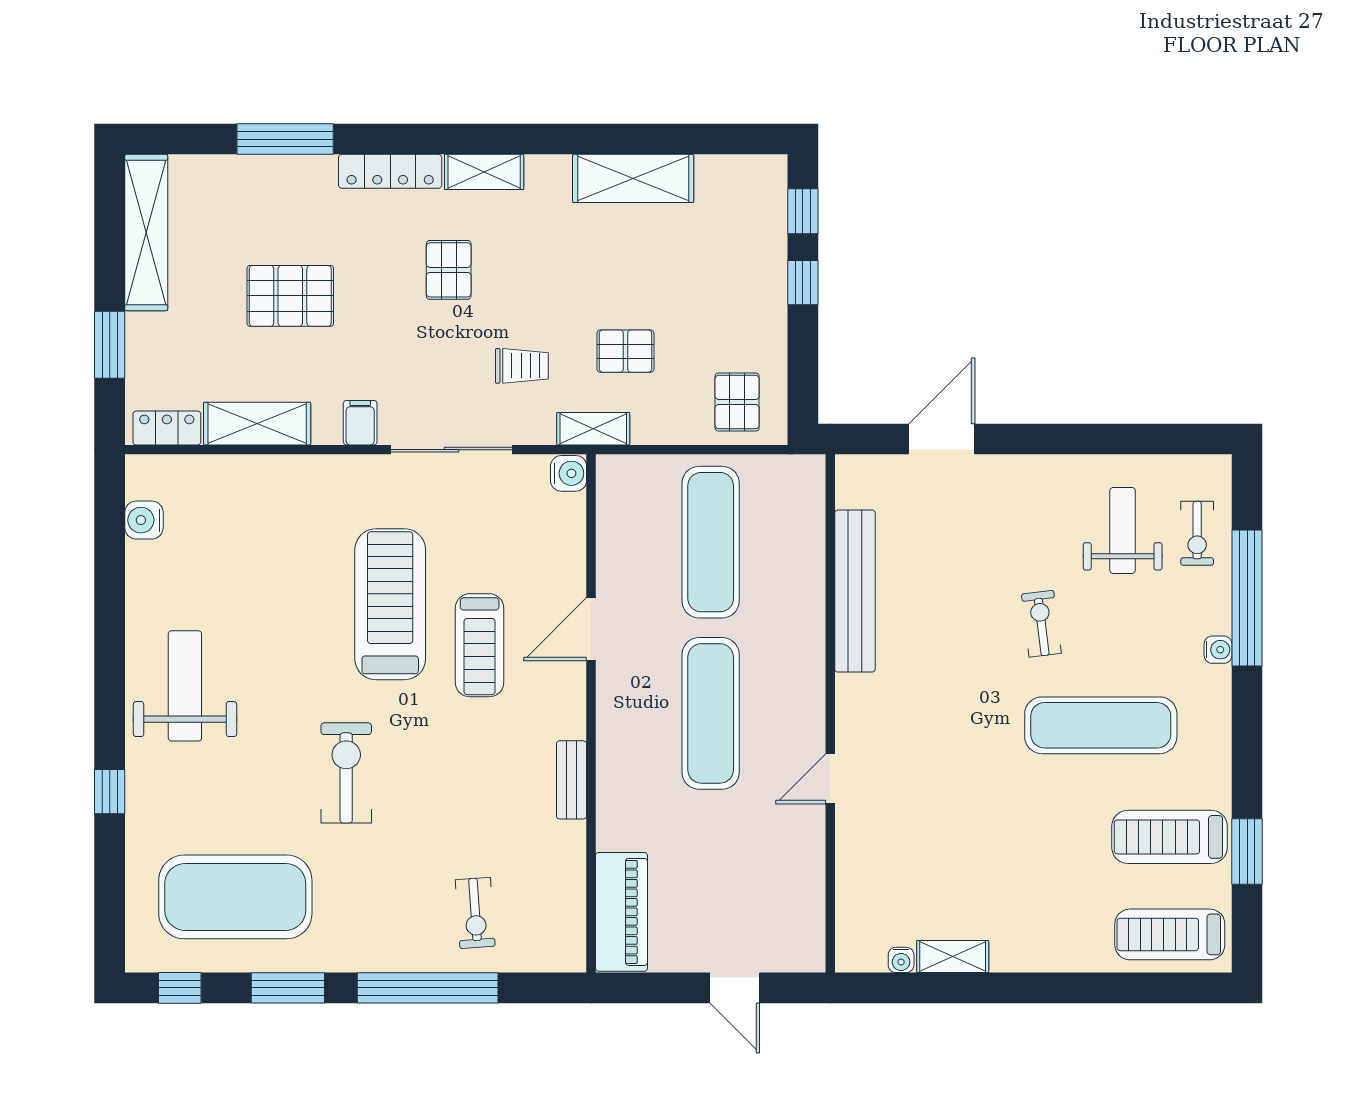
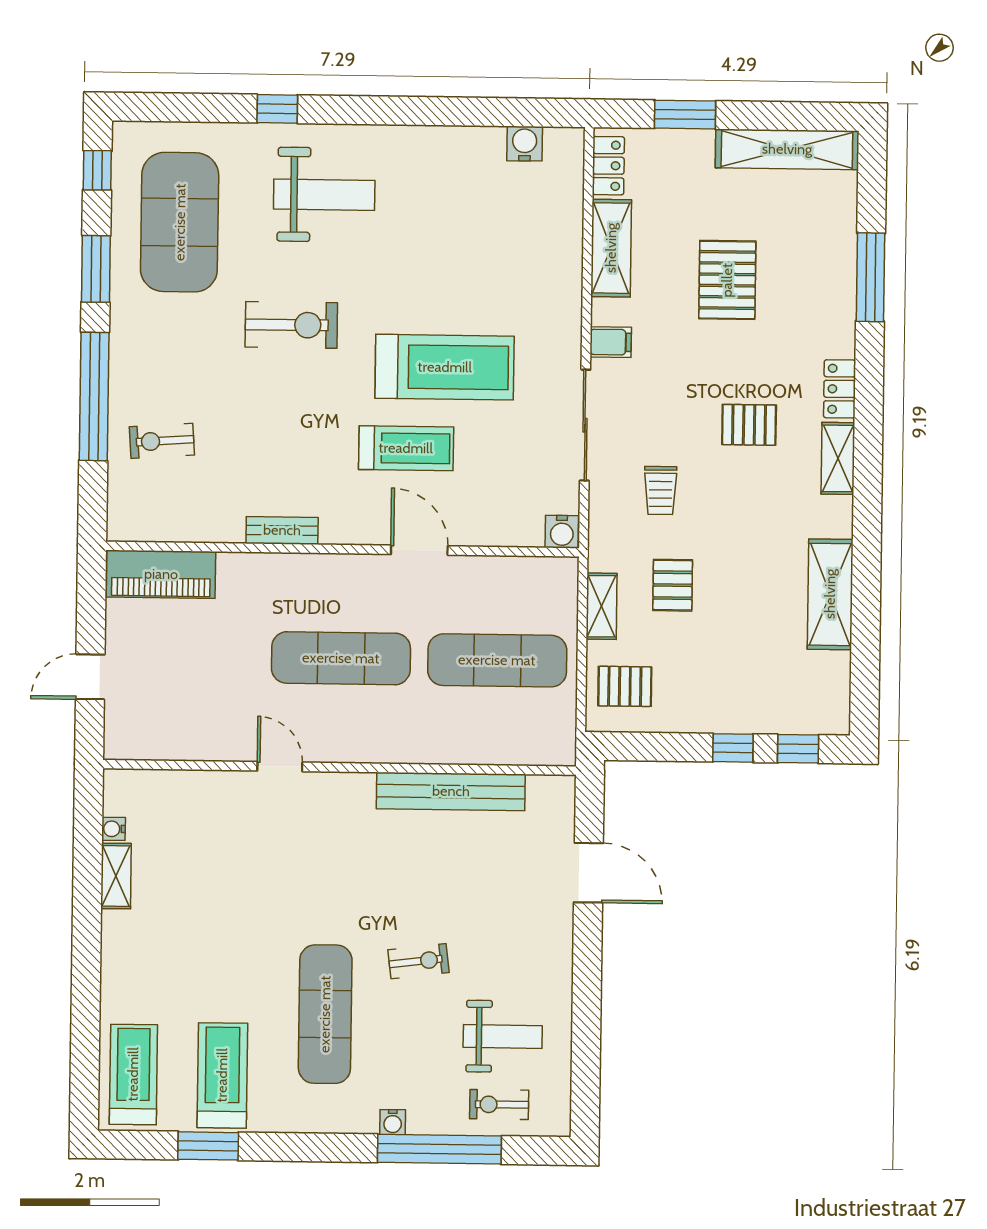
locker: (390, 171) -> (840, 389), width x0.66
shelving: (593, 429) -> (602, 606), moved
treadmill: (480, 645) -> (406, 448), turned 180
weight bench: (185, 686) -> (324, 195), moved

